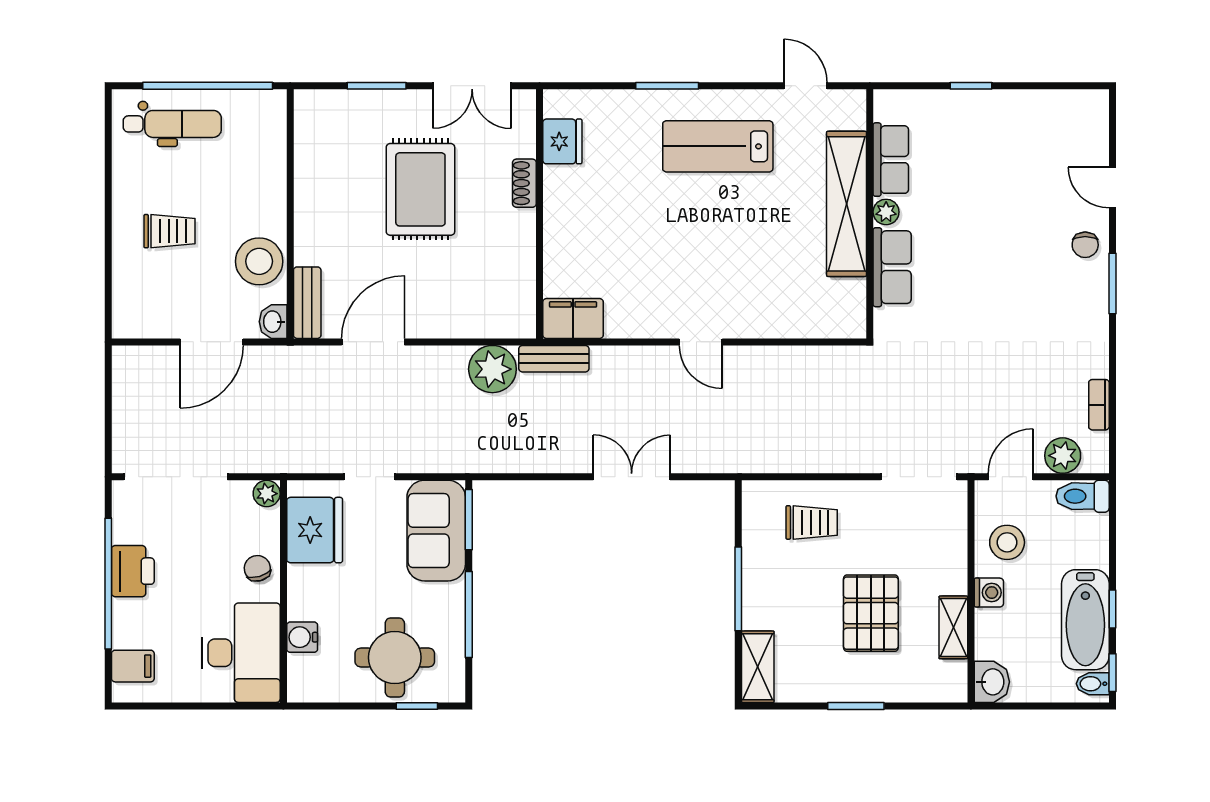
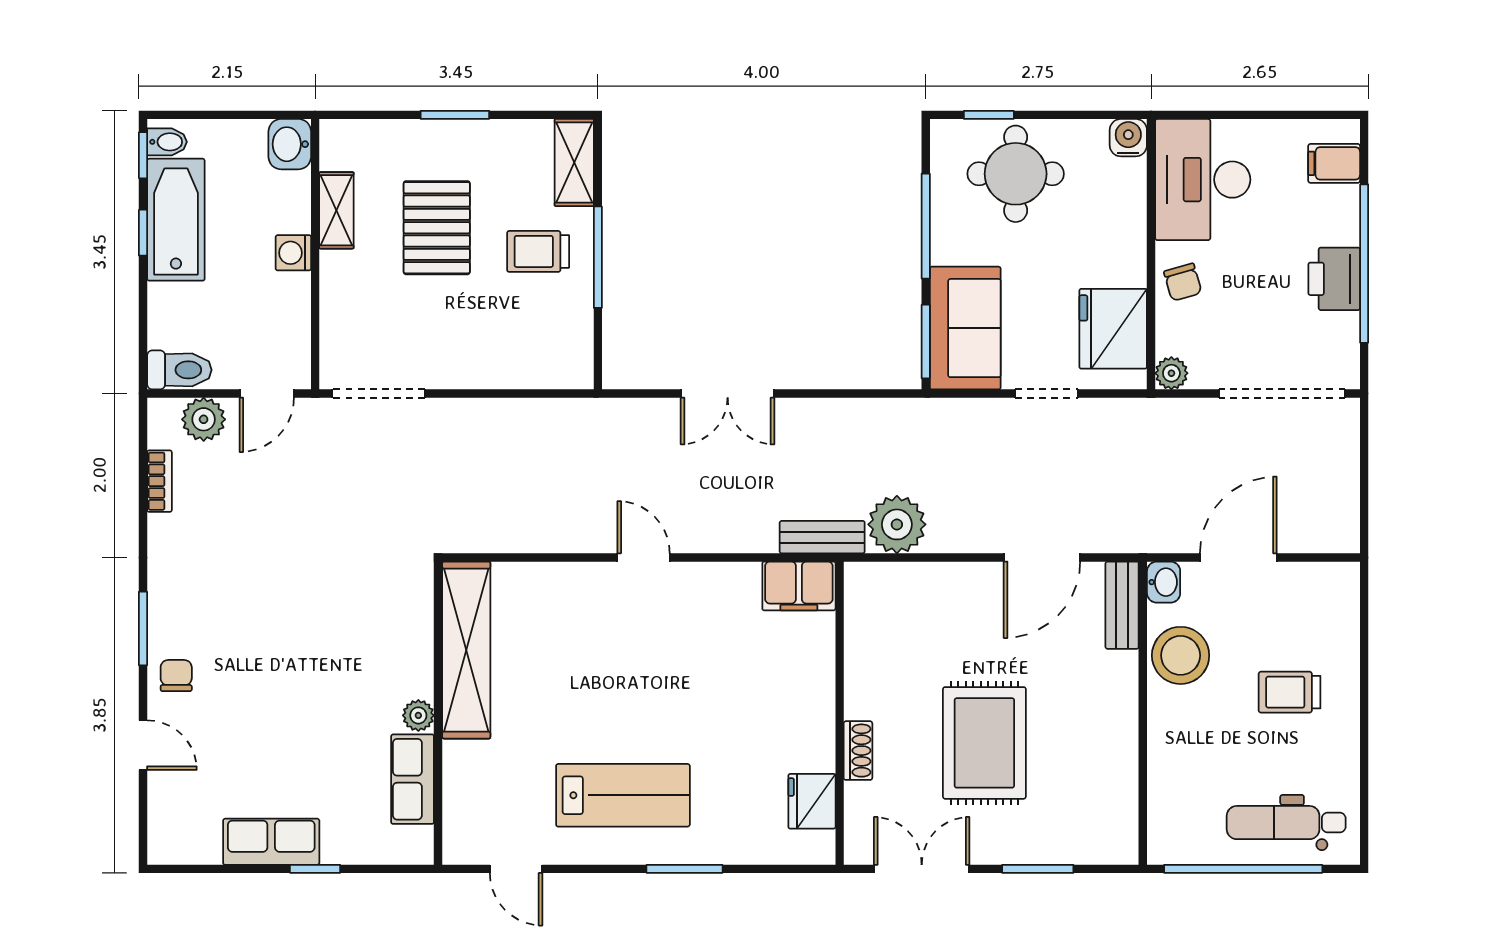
shelving: (847, 204) -> (466, 650), moved
row of seats: (892, 267) -> (271, 842), moved, turned 90
trolley: (812, 522) -> (538, 251), moved
stool: (1007, 542) -> (271, 314), removed
water cooler: (302, 637) -> (1128, 138), moved, turned -90

